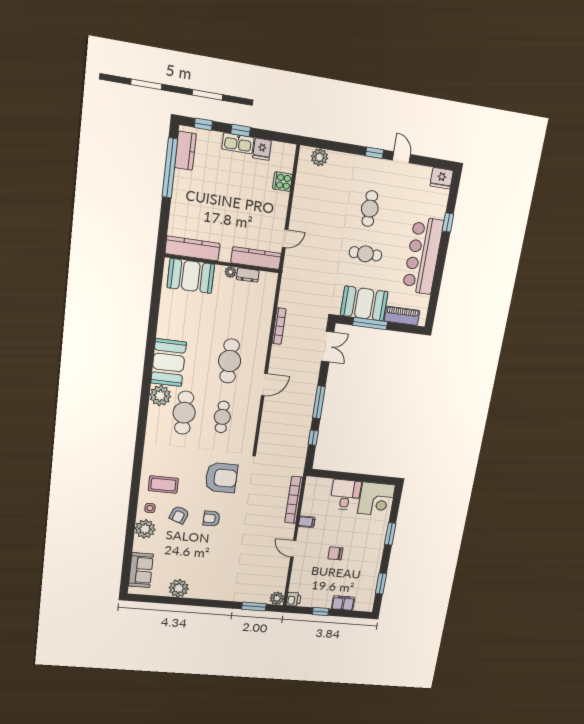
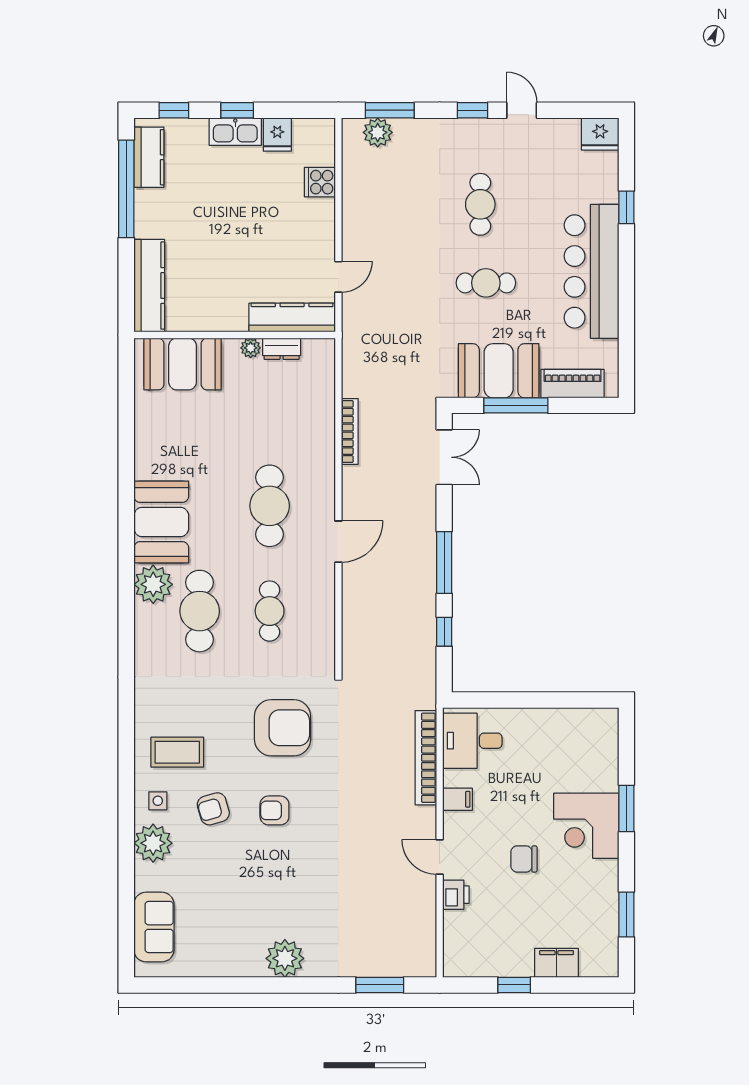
window: (328, 145) -> (390, 110), added
kitchen counter: (193, 248) -> (149, 286), moved, turned 90
desk: (345, 495) -> (472, 741), moved, turned -90
corner desk: (376, 499) -> (586, 826), moved, turned 90
armchair: (179, 515) -> (213, 809), turned 54
plant: (179, 588) -> (285, 958), moved
plant: (277, 598) -> (423, 964), removed
printer: (294, 599) -> (456, 895), moved

